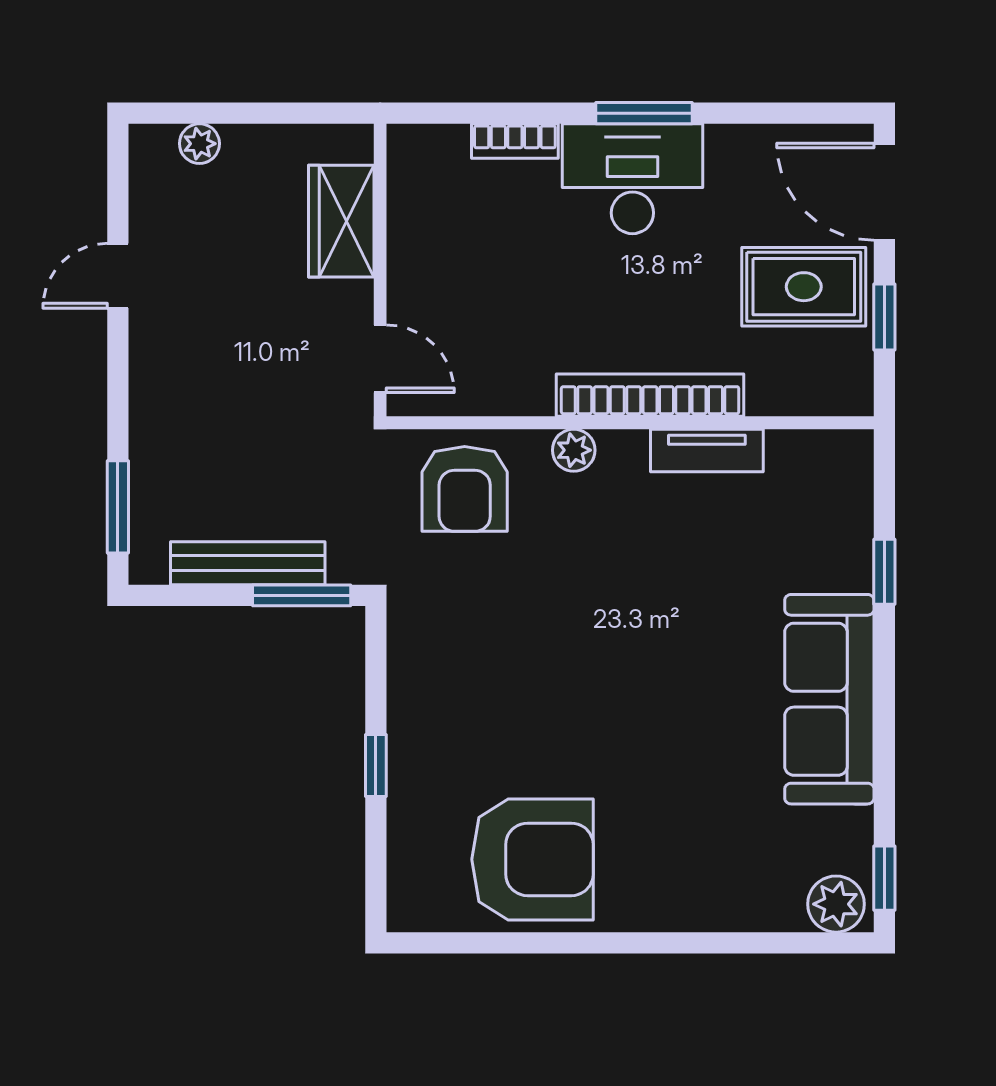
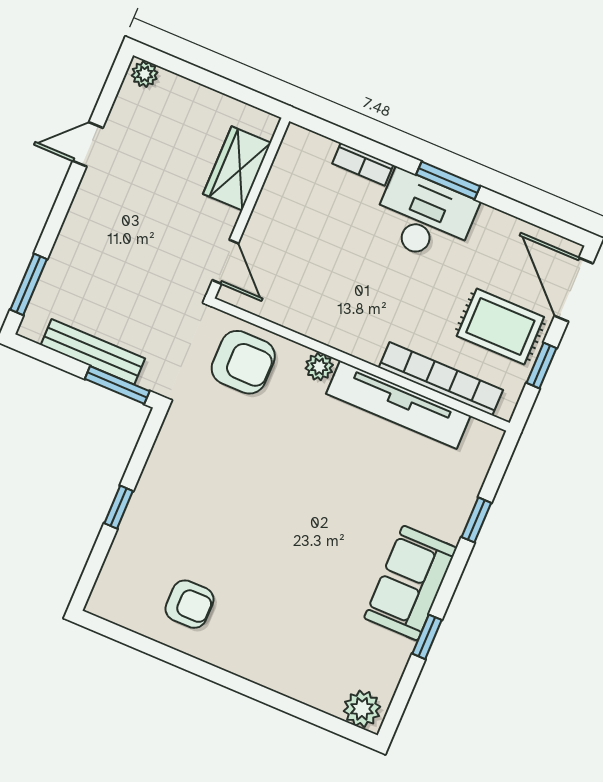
plant: (199, 144) -> (145, 74), moved
bookcase: (650, 395) -> (441, 379), moved
tv unit: (707, 450) -> (398, 405), width x1.92, depth x1.29
armchair: (465, 489) -> (243, 362), turned -90
sofa: (829, 699) -> (410, 583), width x0.73
armchair: (532, 859) -> (189, 604), width x0.53, depth x0.53
window: (884, 878) -> (427, 637), moved

